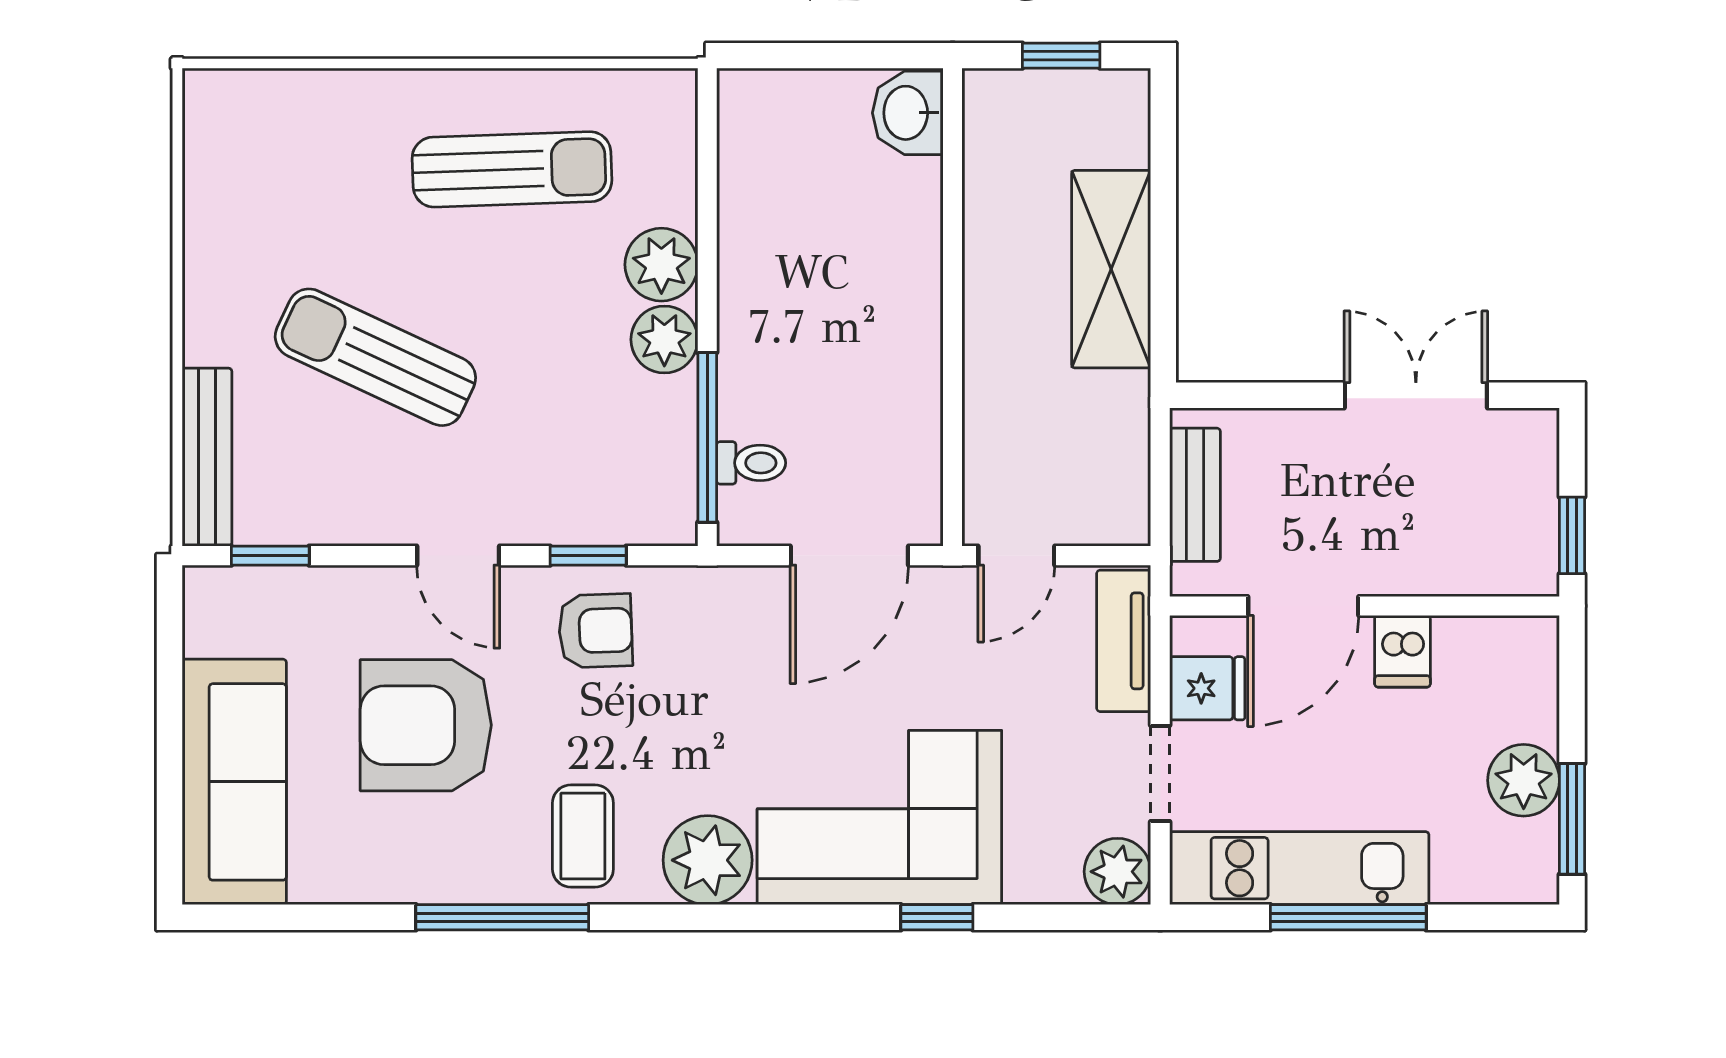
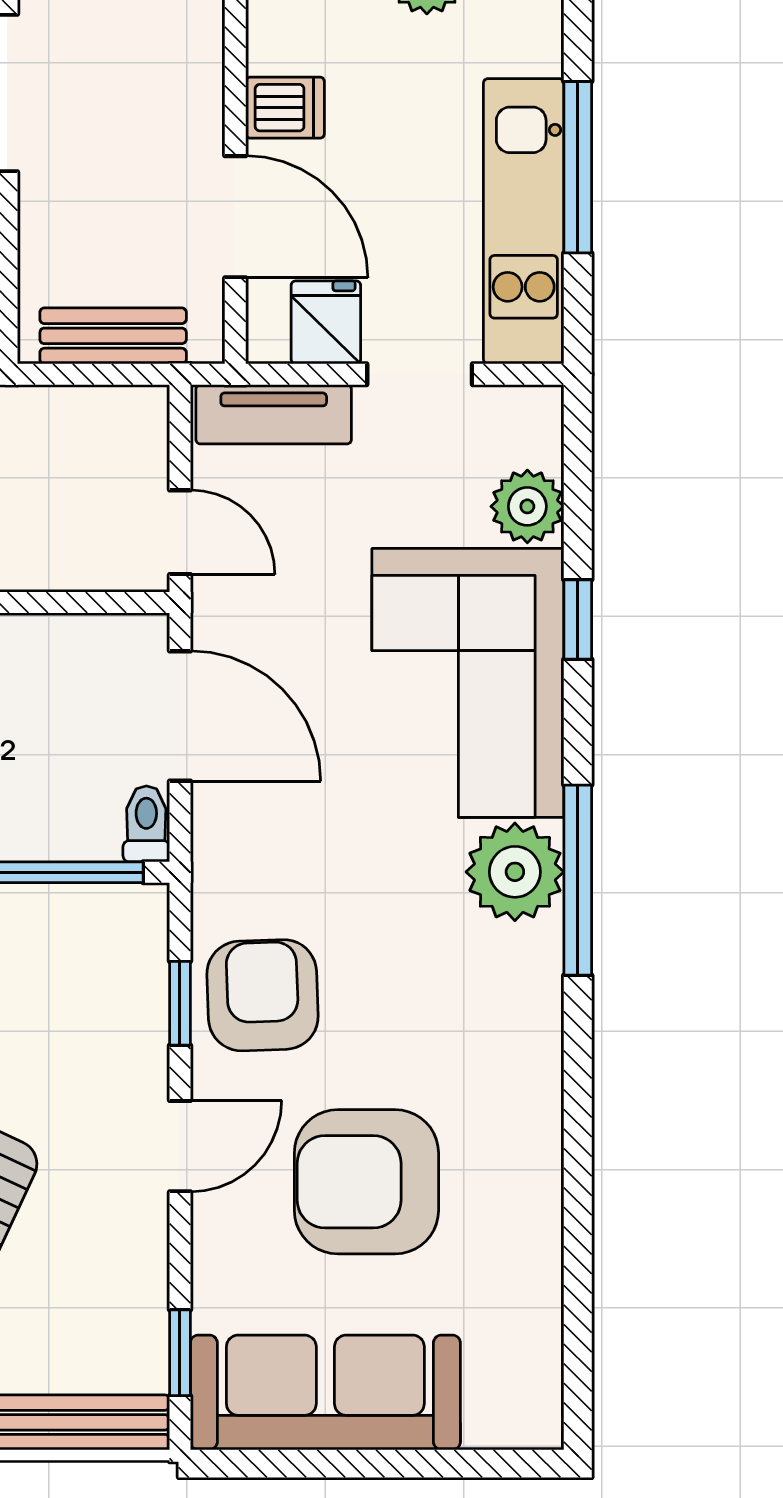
toilet: (751, 463) -> (146, 824), moved
armchair: (595, 631) -> (263, 995), width x1.38, depth x1.38
armchair: (426, 725) -> (366, 1182), turned 90
sofa: (234, 782) -> (325, 1392), moved
coffee table: (583, 836) -> (488, 1009), removed
plant: (1117, 872) -> (527, 506), moved
window: (502, 917) -> (578, 880), moved

